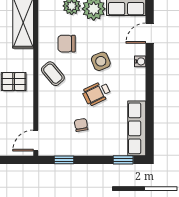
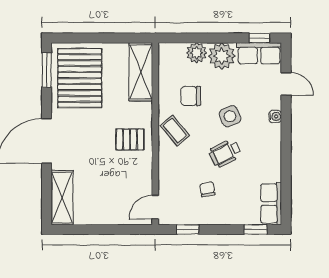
door: (150, 33) -> (286, 84), swing flipped
row of seats: (137, 128) -> (271, 203), width x0.68

